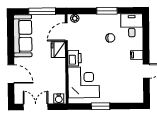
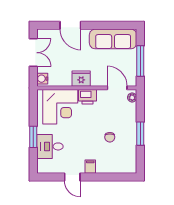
desk: (132, 25) -> (50, 146), moved, turned 180
fridge: (58, 50) -> (81, 79), moved
door: (11, 74) -> (70, 25), hinge flipped
window: (101, 106) -> (33, 137), moved

